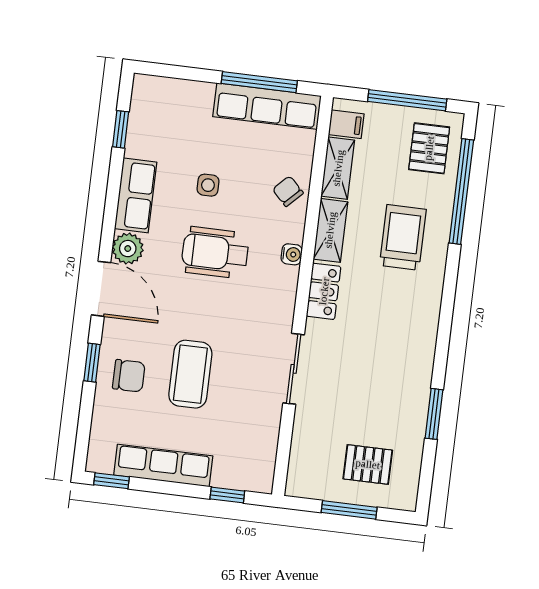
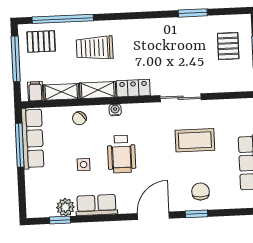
plant: (128, 249) -> (65, 207), moved
coffee table: (190, 374) -> (195, 140), moved

